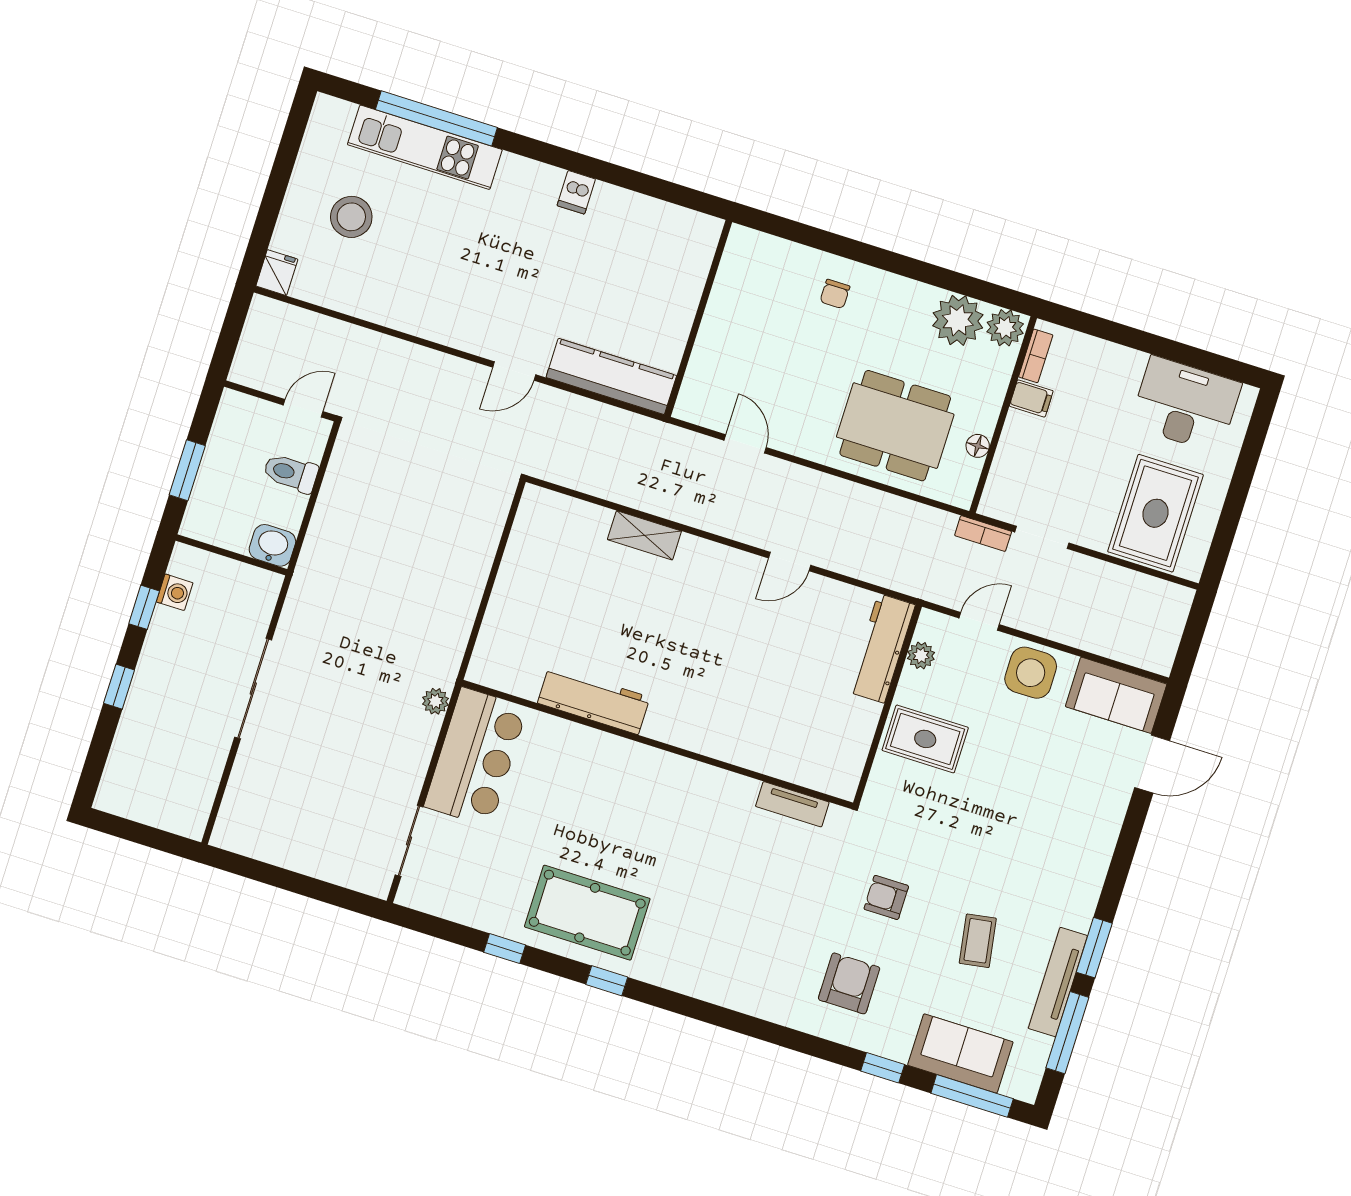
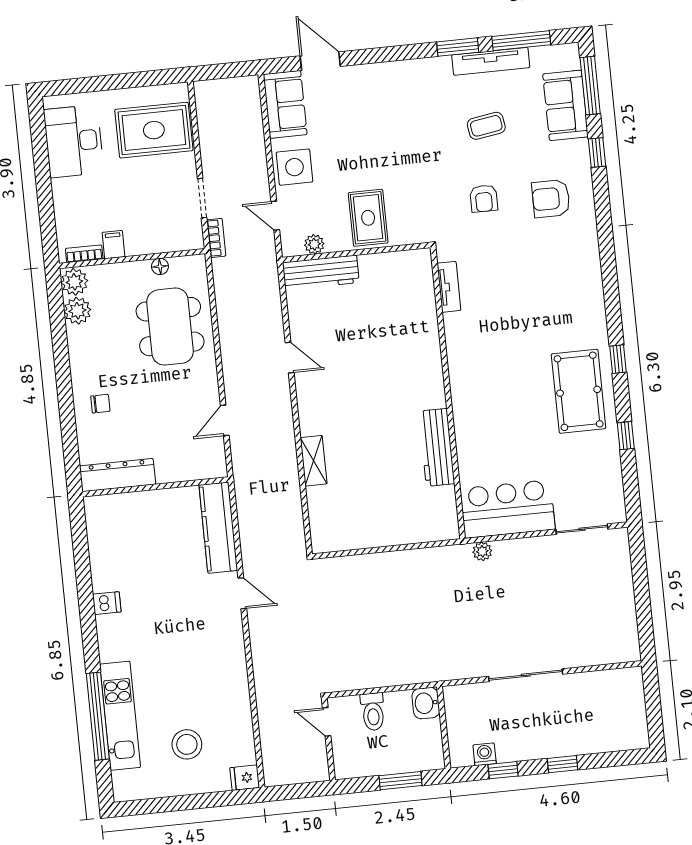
dresser: (734, 277) -> (118, 475), added
plant: (958, 320) -> (77, 311), width x0.73, depth x0.73

